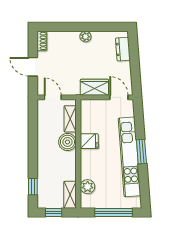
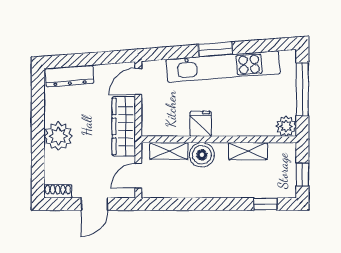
plant: (85, 37) -> (58, 136), width x1.88, depth x1.88
dresser: (123, 49) -> (69, 76), width x1.44
wardrobe: (94, 87) -> (124, 126), width x1.50
plant: (88, 187) -> (286, 126), moved
shelving: (70, 195) -> (248, 151), moved

